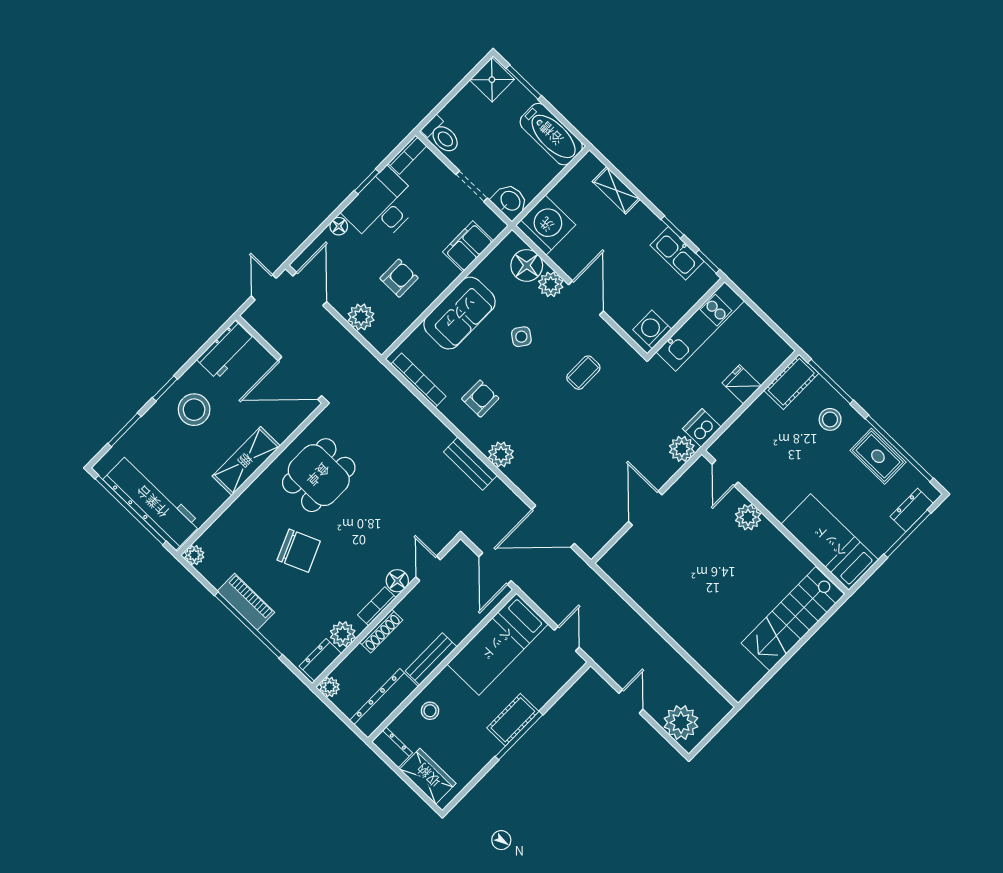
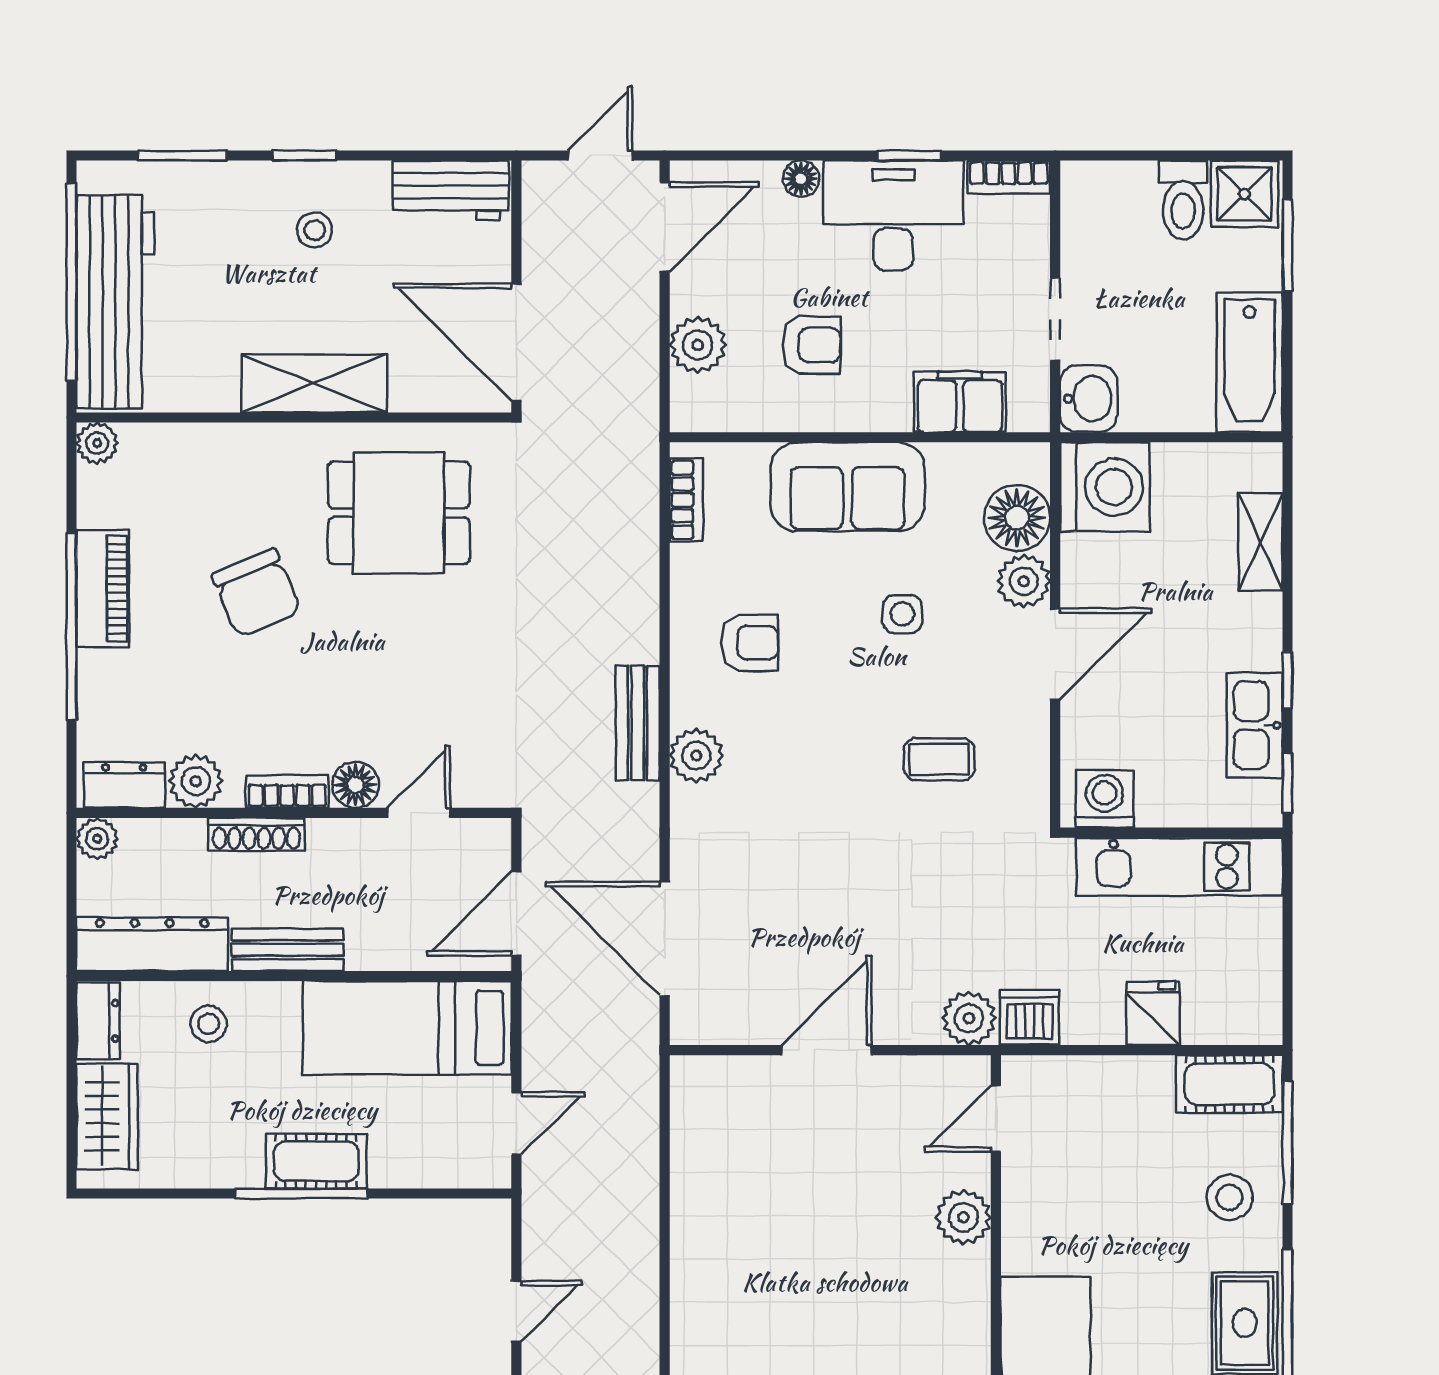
toilet: (442, 135) -> (1183, 200), moved
side table: (521, 337) -> (902, 614), turned -36
bookcase: (418, 380) -> (686, 500), width x0.64
stool: (194, 410) -> (315, 230), width x0.53, depth x0.53

